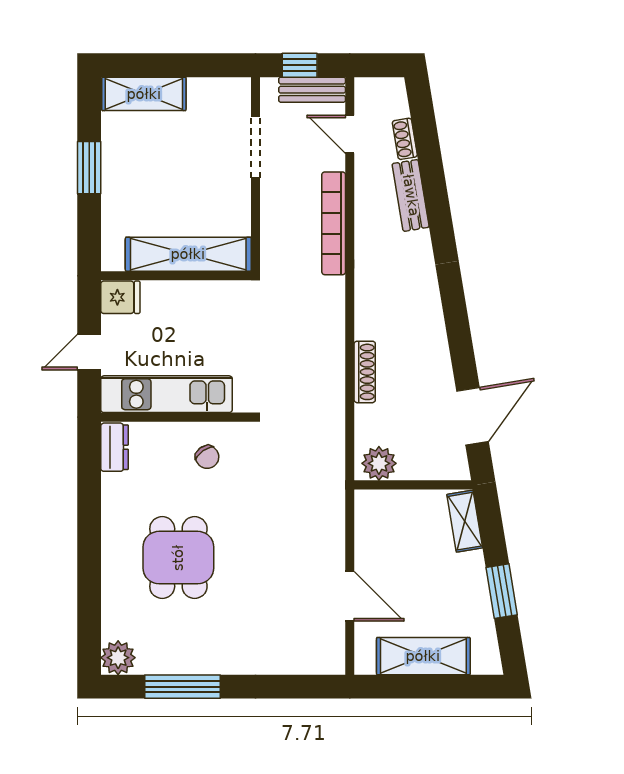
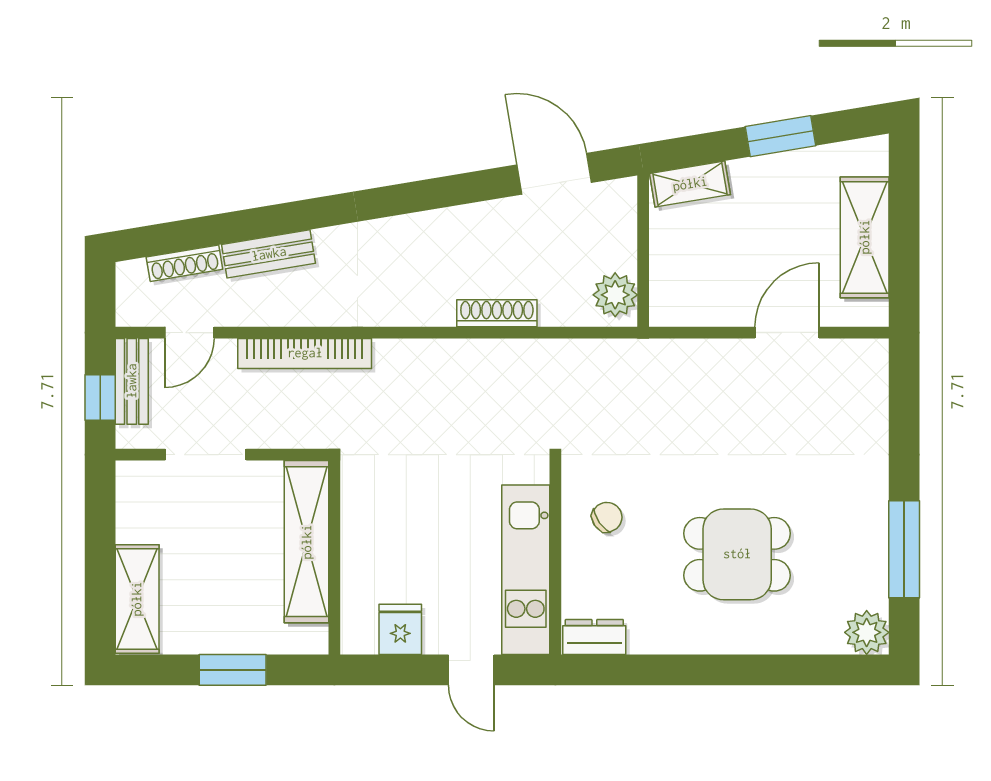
shoe rack: (405, 139) -> (184, 263), width x1.43
shelving: (188, 254) -> (307, 542), moved
wall: (176, 276) -> (334, 557), moved

